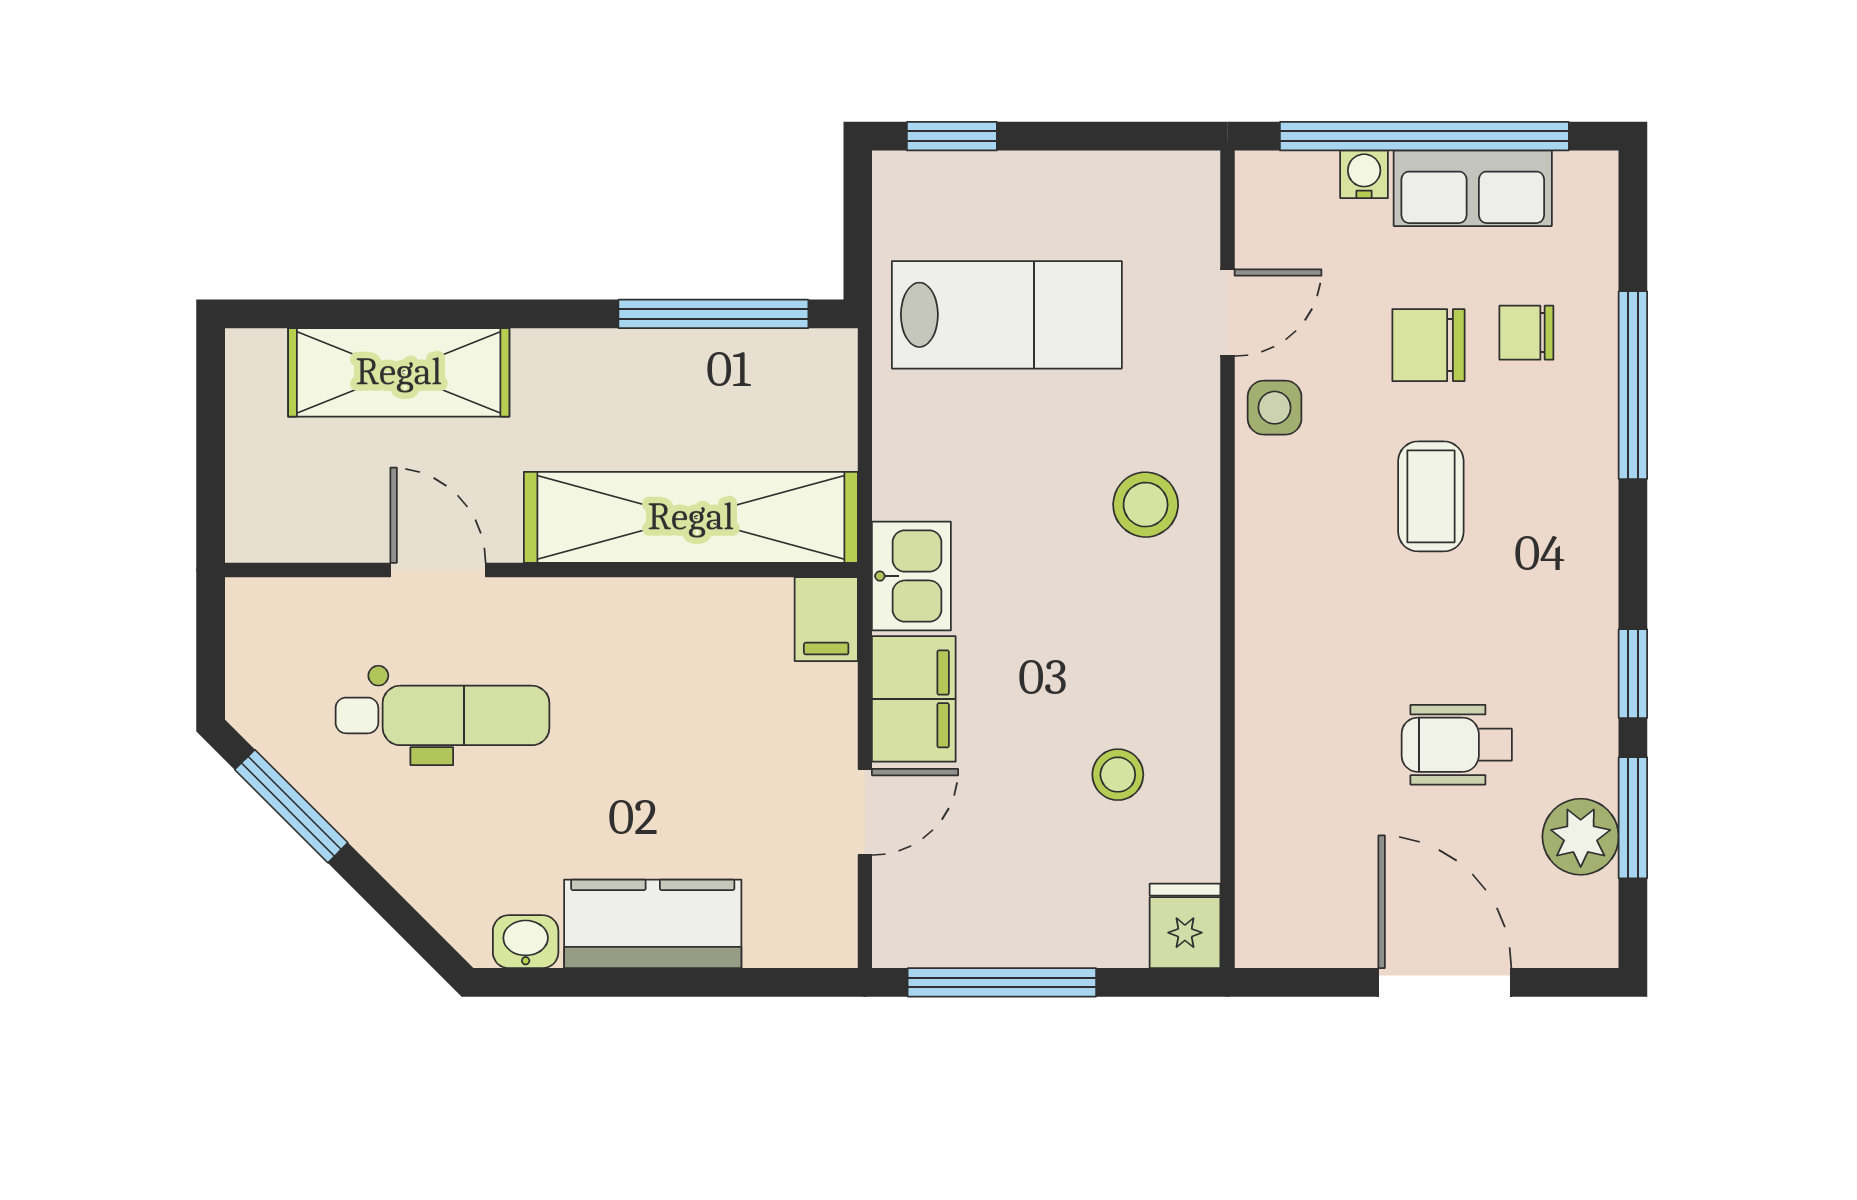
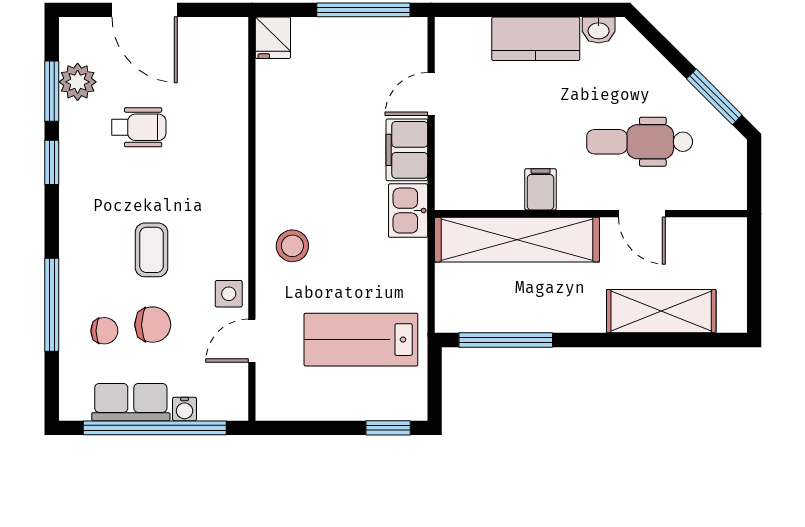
filing cabinet: (826, 619) -> (541, 189), moved
stool: (1118, 775) -> (306, 113), removed

